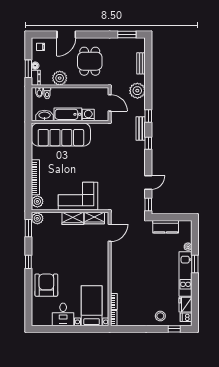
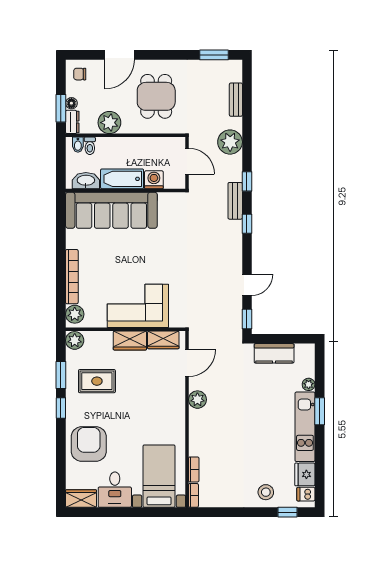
window: (28, 228) -> (61, 375), moved
rug: (52, 245) -> (97, 381), added
plant: (116, 256) -> (197, 400), added
wardrobe: (41, 320) -> (81, 499), added

